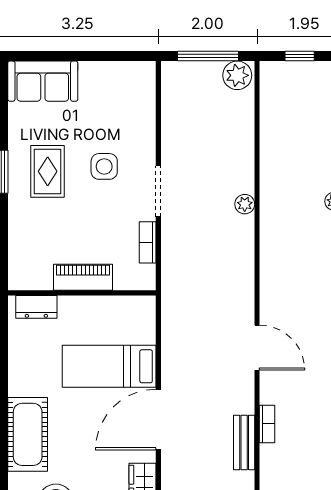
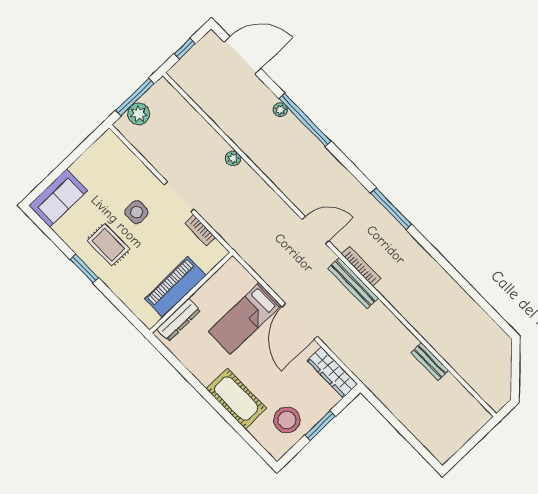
plant: (237, 75) -> (139, 114), moved
piano: (83, 277) -> (175, 287), width x1.37, depth x1.33
dresser: (36, 307) -> (179, 320), width x1.44
bookcase: (267, 424) -> (361, 266), width x1.56
bench: (244, 442) -> (353, 283), width x1.36

